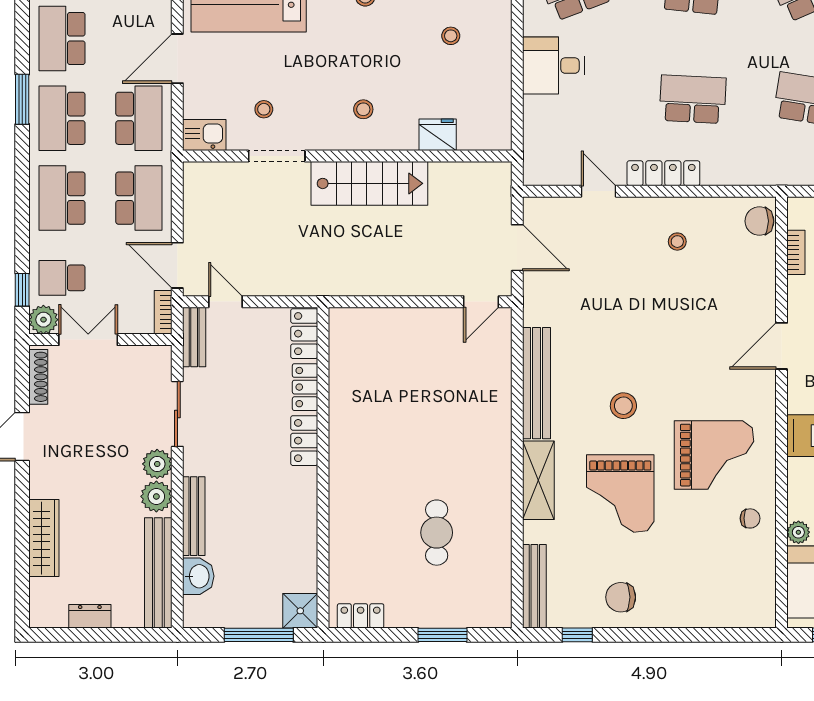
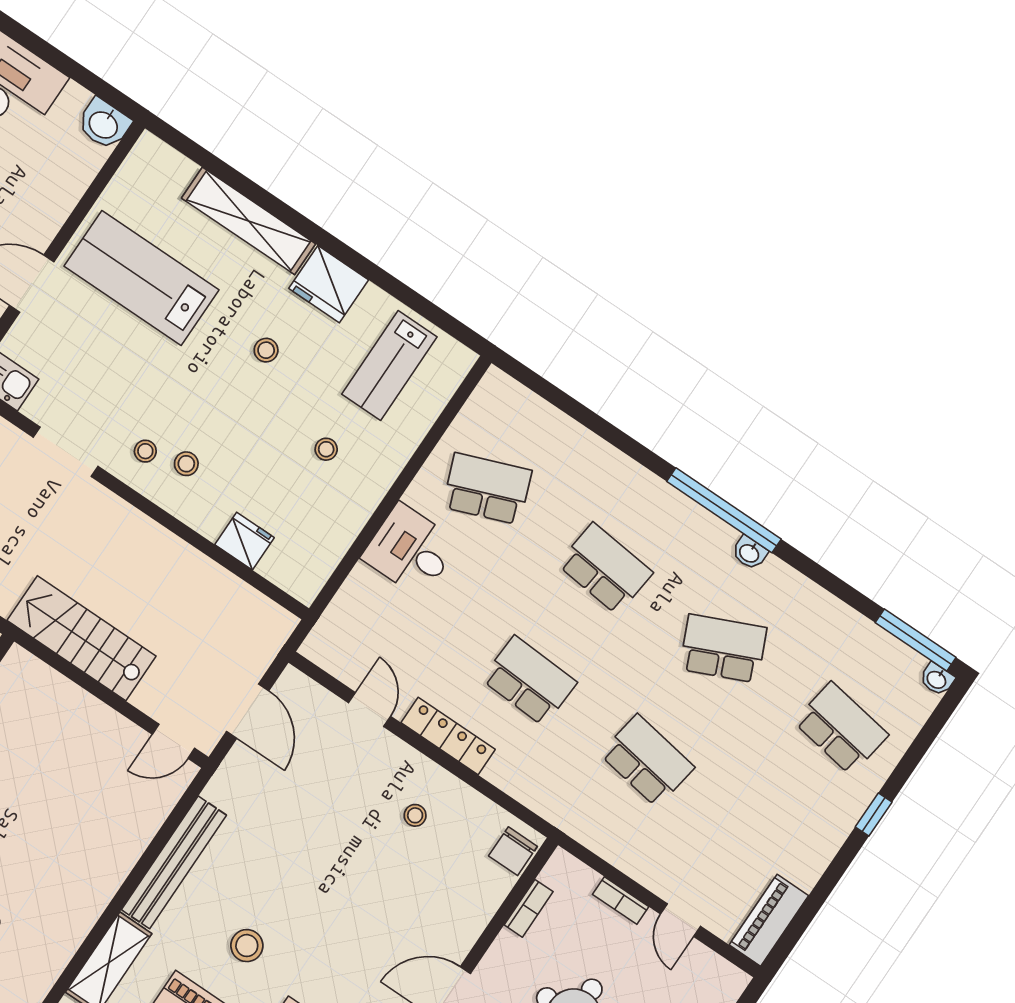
stool: (264, 109) -> (145, 451), moved
stairs: (369, 183) -> (82, 638), moved, turned 180
chair: (759, 221) -> (513, 851), turned -90

